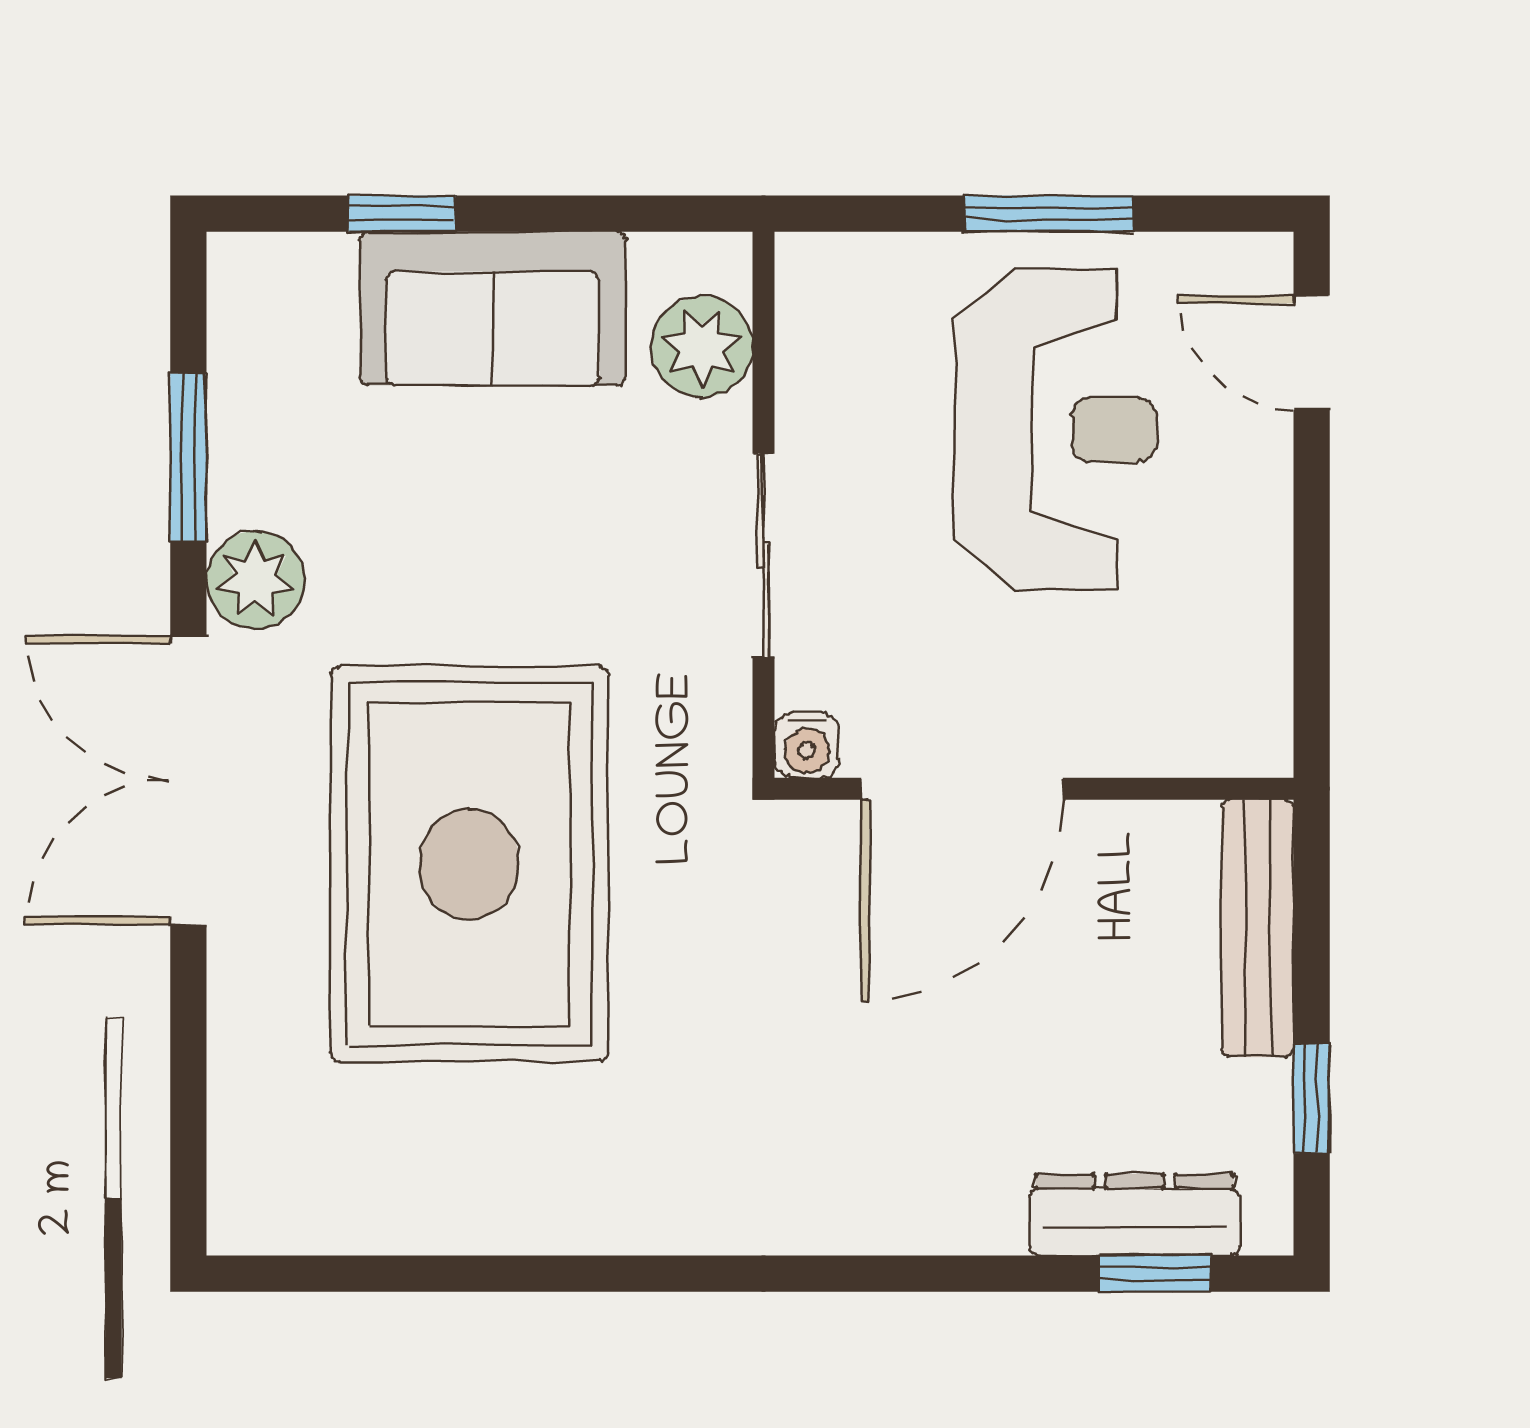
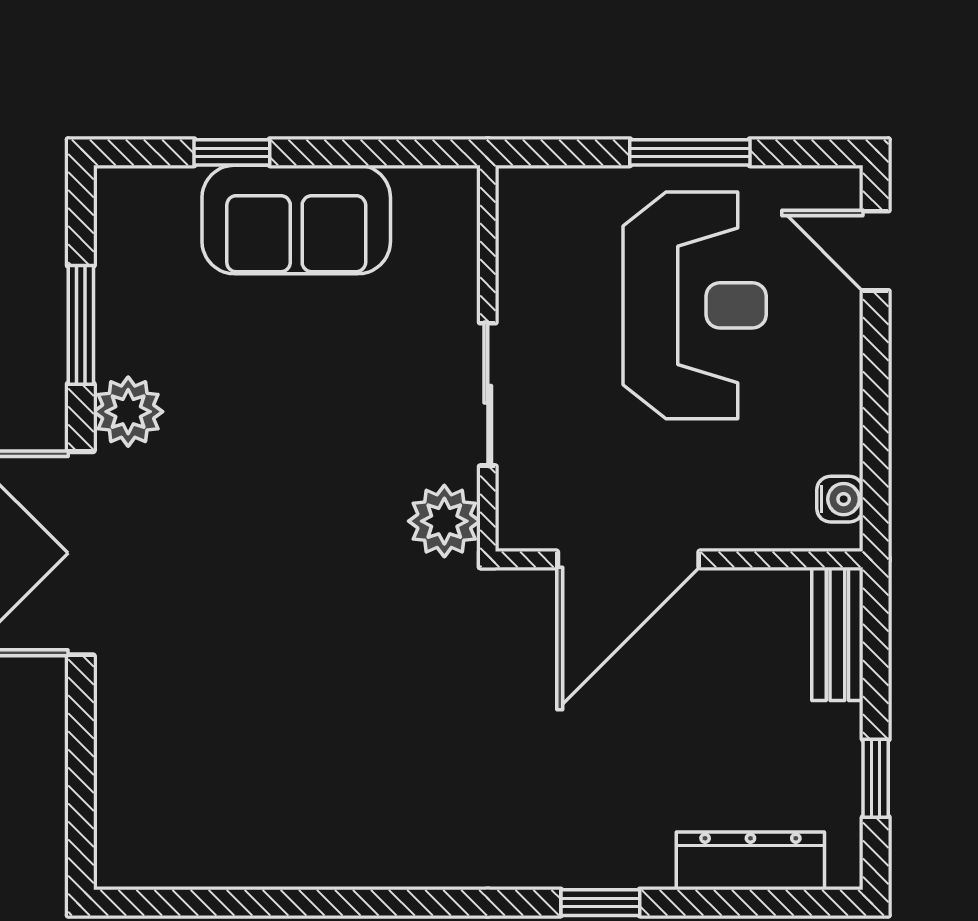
plant: (702, 347) -> (444, 521), moved
water cooler: (807, 745) -> (840, 499), moved, turned -90
rug: (469, 864) -> (280, 613), removed
bench: (1258, 928) -> (837, 634), width x0.73
window: (1155, 1274) -> (600, 903), moved

